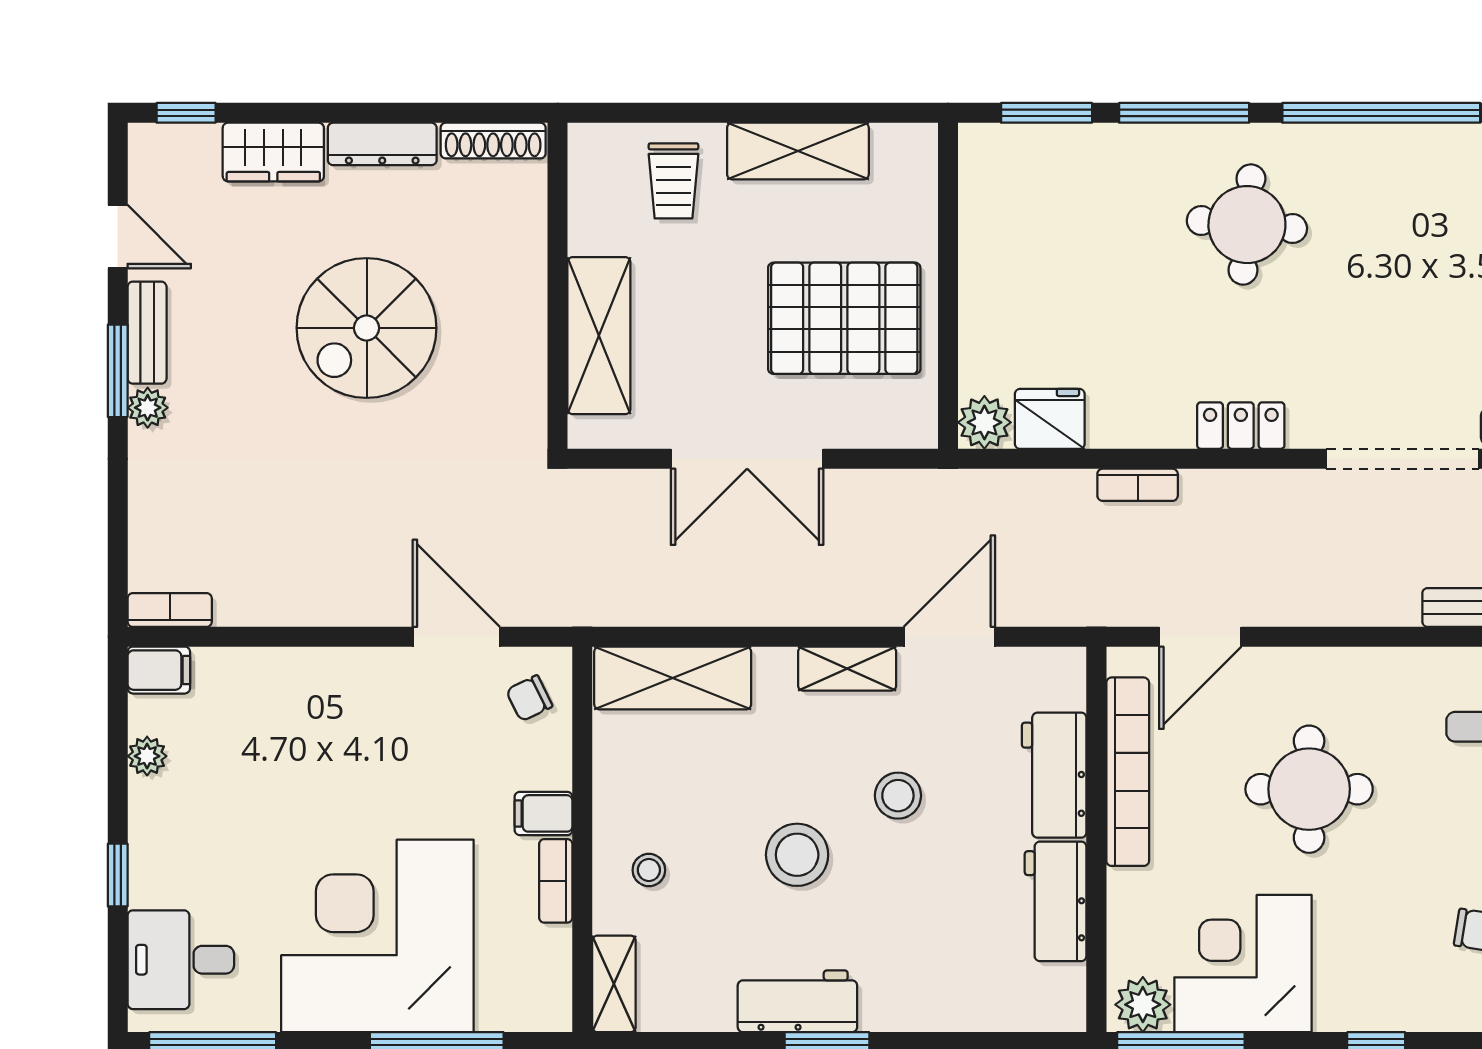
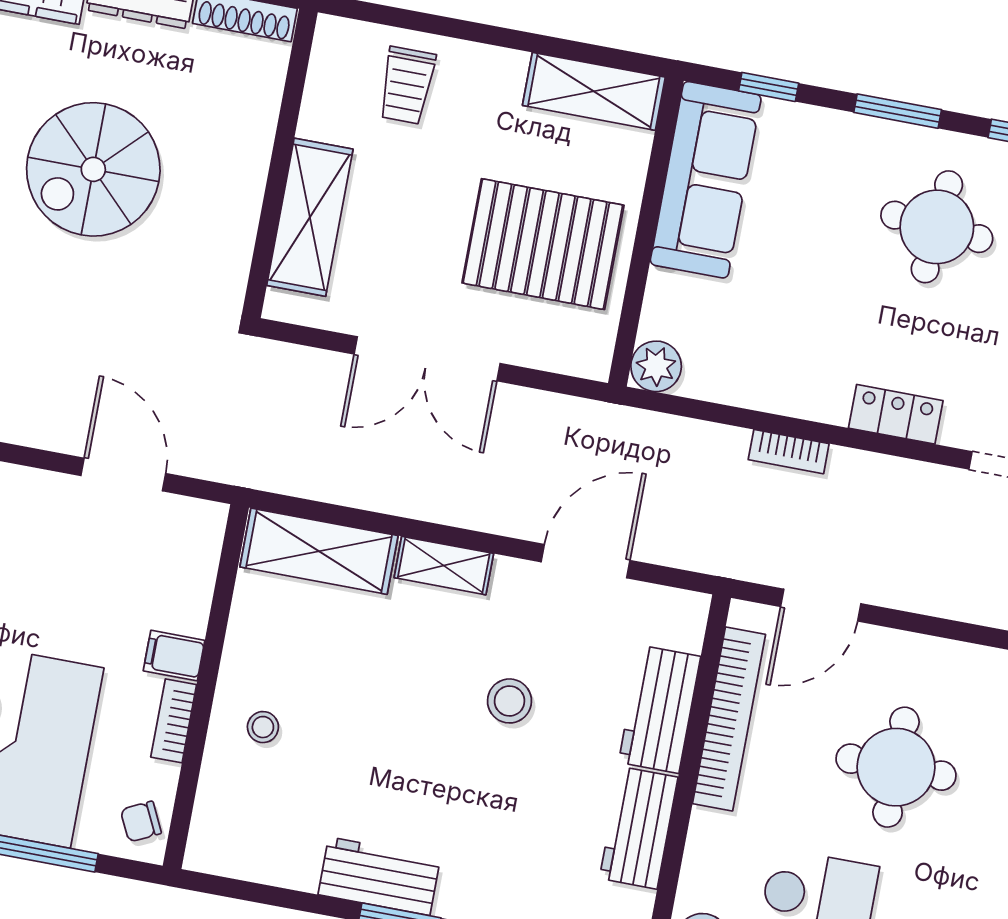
window: (1047, 113) -> (769, 87), width x0.67
window: (1184, 113) -> (898, 111), width x0.69
shelving: (798, 151) -> (594, 91), moved
sofa: (1000, 221) -> (706, 180), added
fridge: (1050, 419) -> (718, 374), removed
shelving: (847, 669) -> (444, 566), moved
chair: (529, 698) -> (141, 822), moved
stool: (797, 855) -> (405, 739), removed
shelving: (614, 984) -> (210, 828), removed

